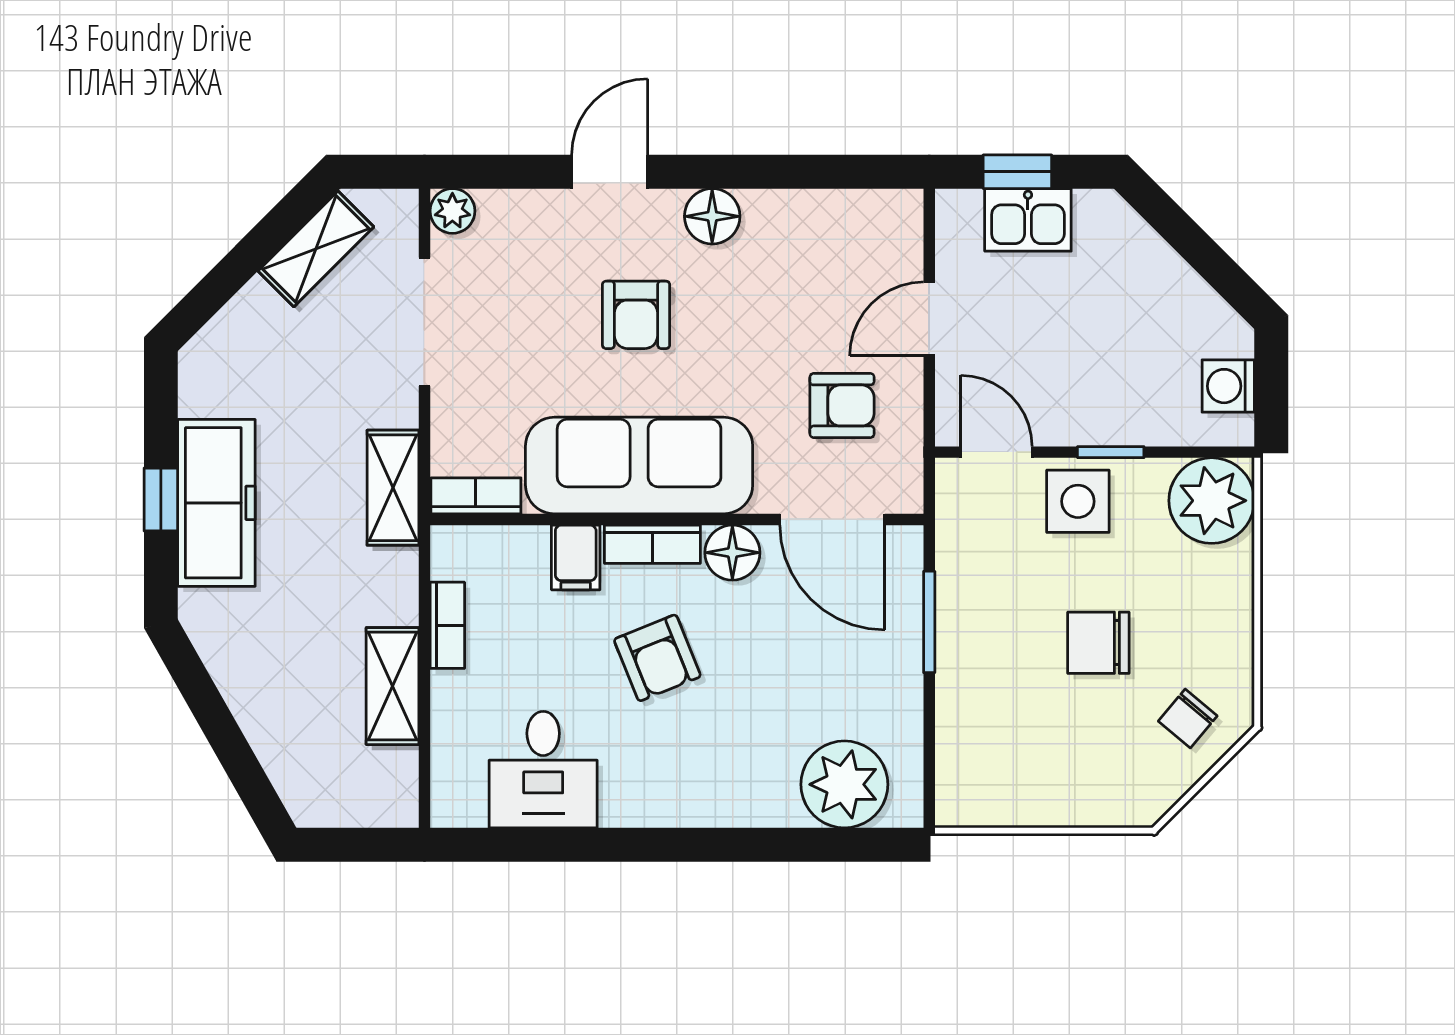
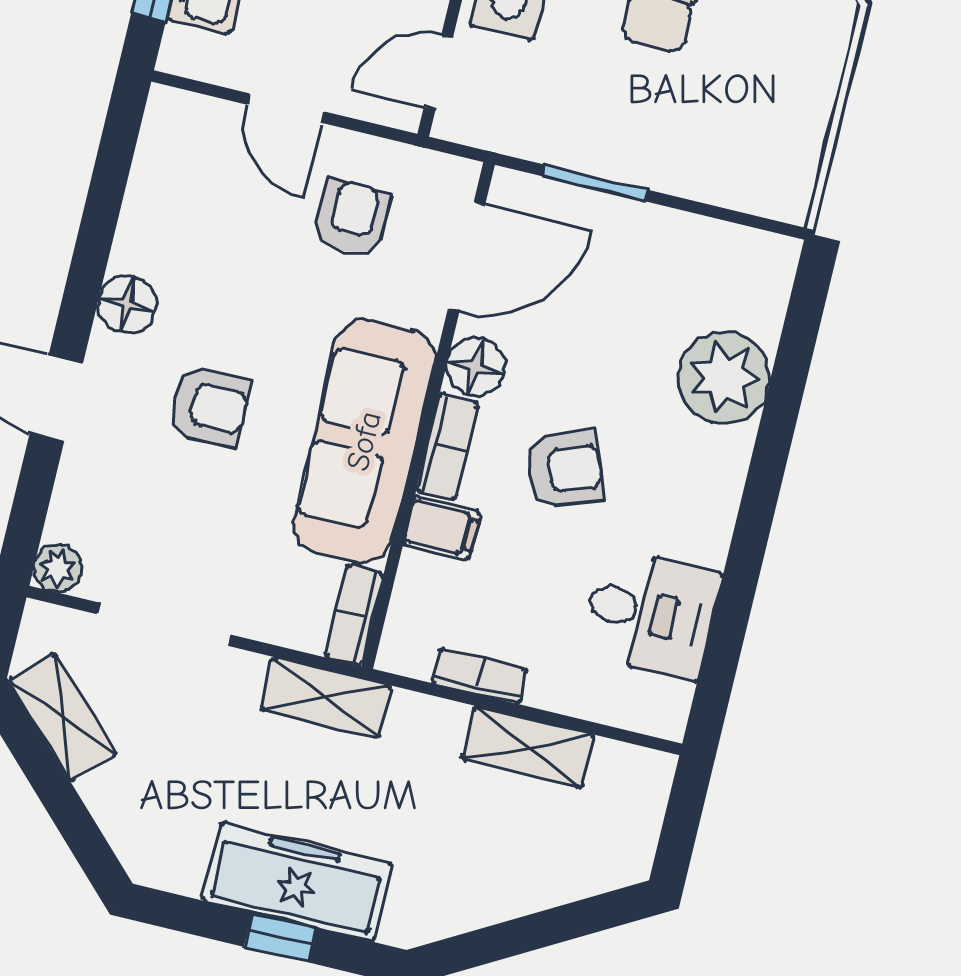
plant: (844, 784) -> (724, 378), moved

